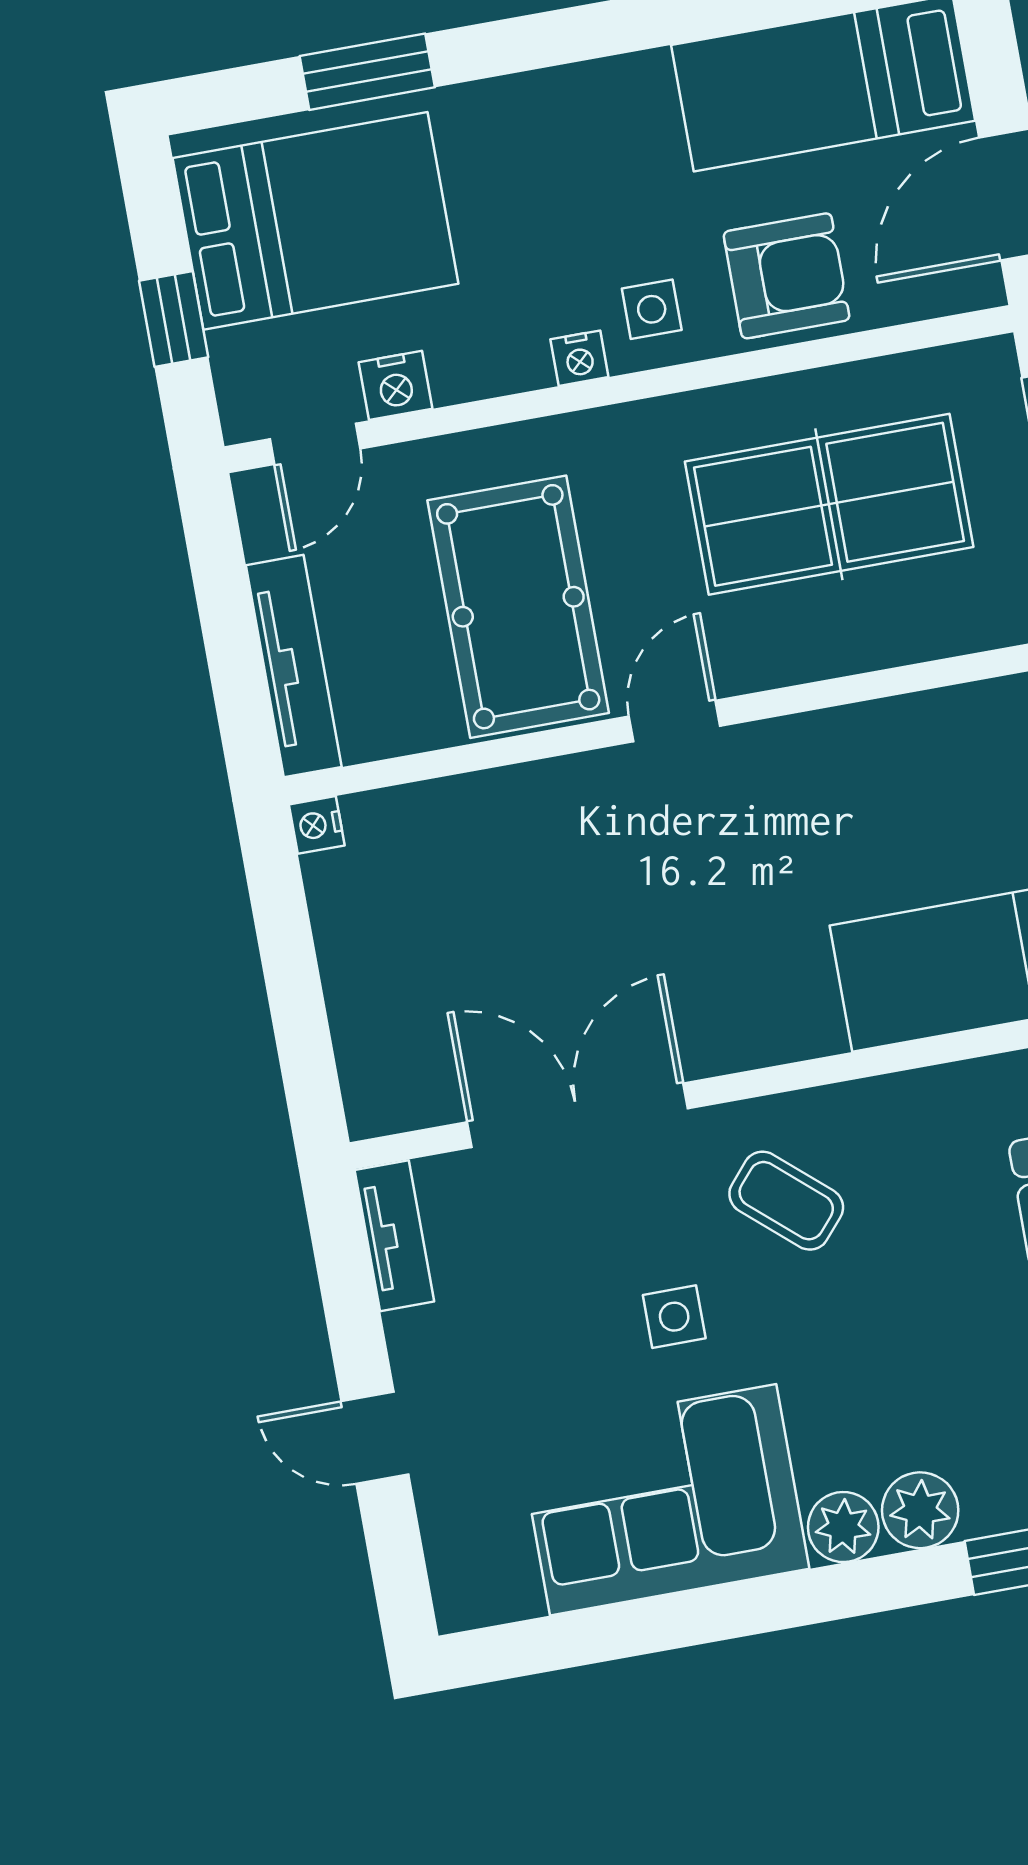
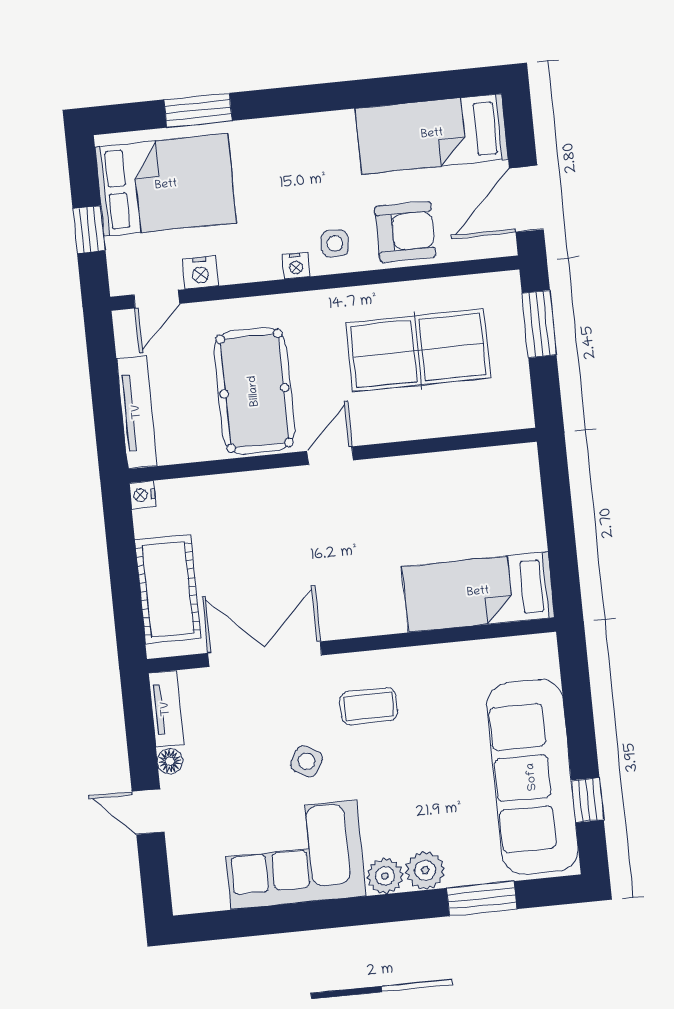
cot: (380, 1004) -> (168, 589), added
coffee table: (786, 1201) -> (369, 706), turned -41
side table: (674, 1317) -> (307, 761), turned 31
floor lamp: (410, 1337) -> (170, 761), added

